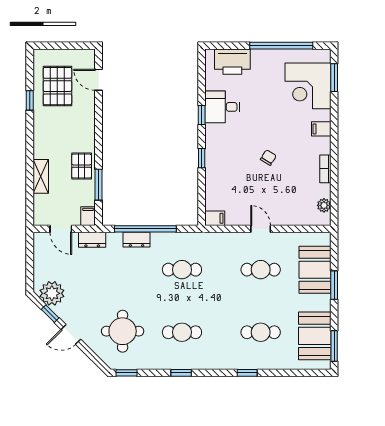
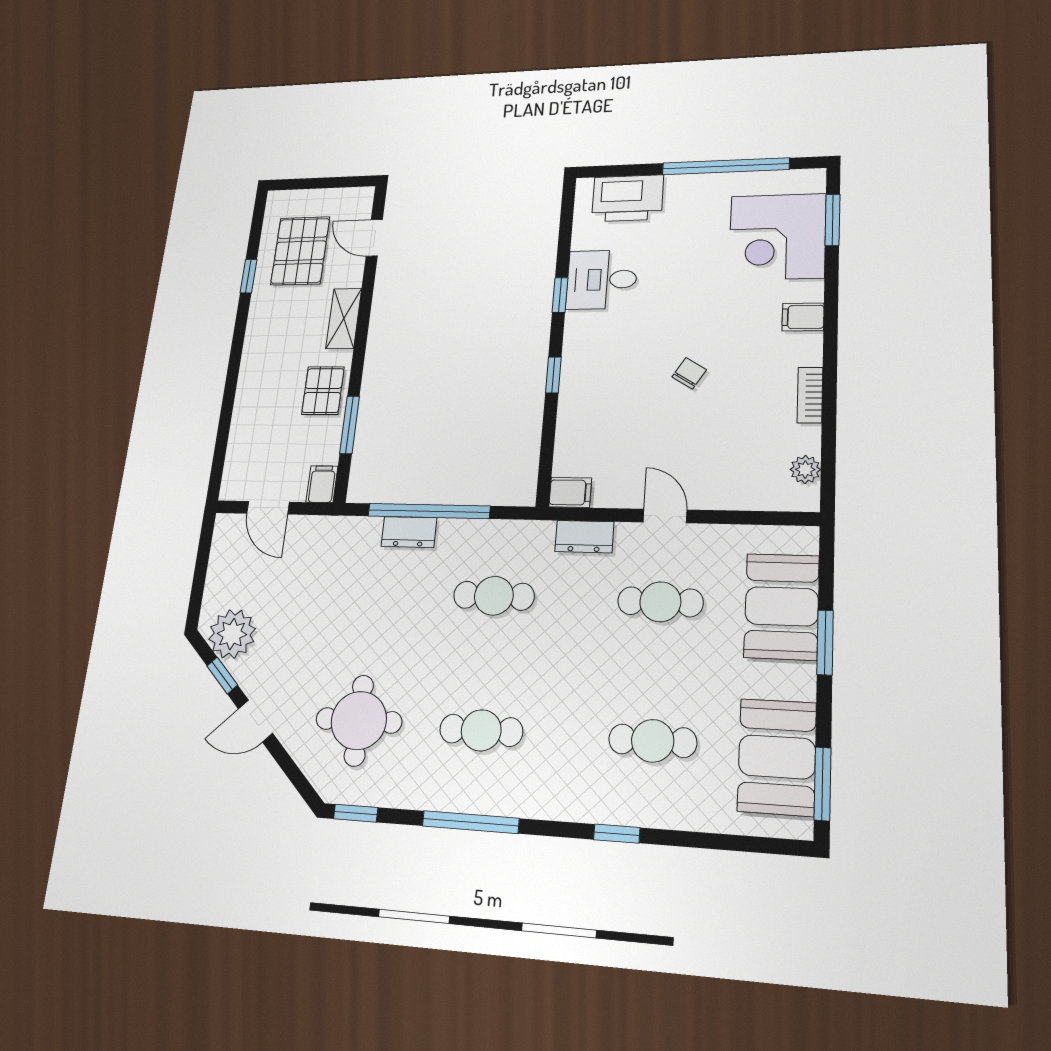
shelving: (41, 176) -> (344, 319), moved
dresser: (92, 240) -> (584, 537), moved
window: (181, 373) -> (471, 822), width x2.17

